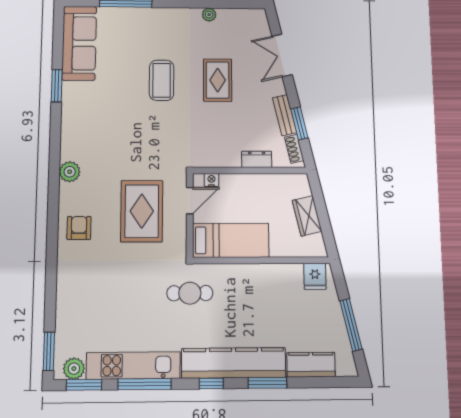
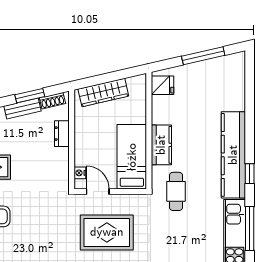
wardrobe: (307, 216) -> (103, 93), width x1.50
kitchen counter: (311, 365) -> (161, 145), moved, turned 180
window: (267, 383) -> (250, 127), removed

